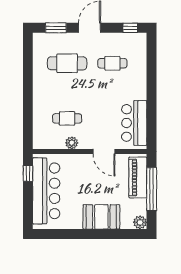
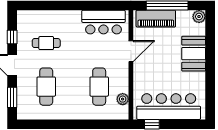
window: (130, 28) -> (12, 37), moved
cafe table: (112, 63) -> (46, 43), turned 90
cafe table: (67, 118) -> (99, 87), width x1.37, depth x1.35
plant: (72, 143) -> (123, 99), moved

